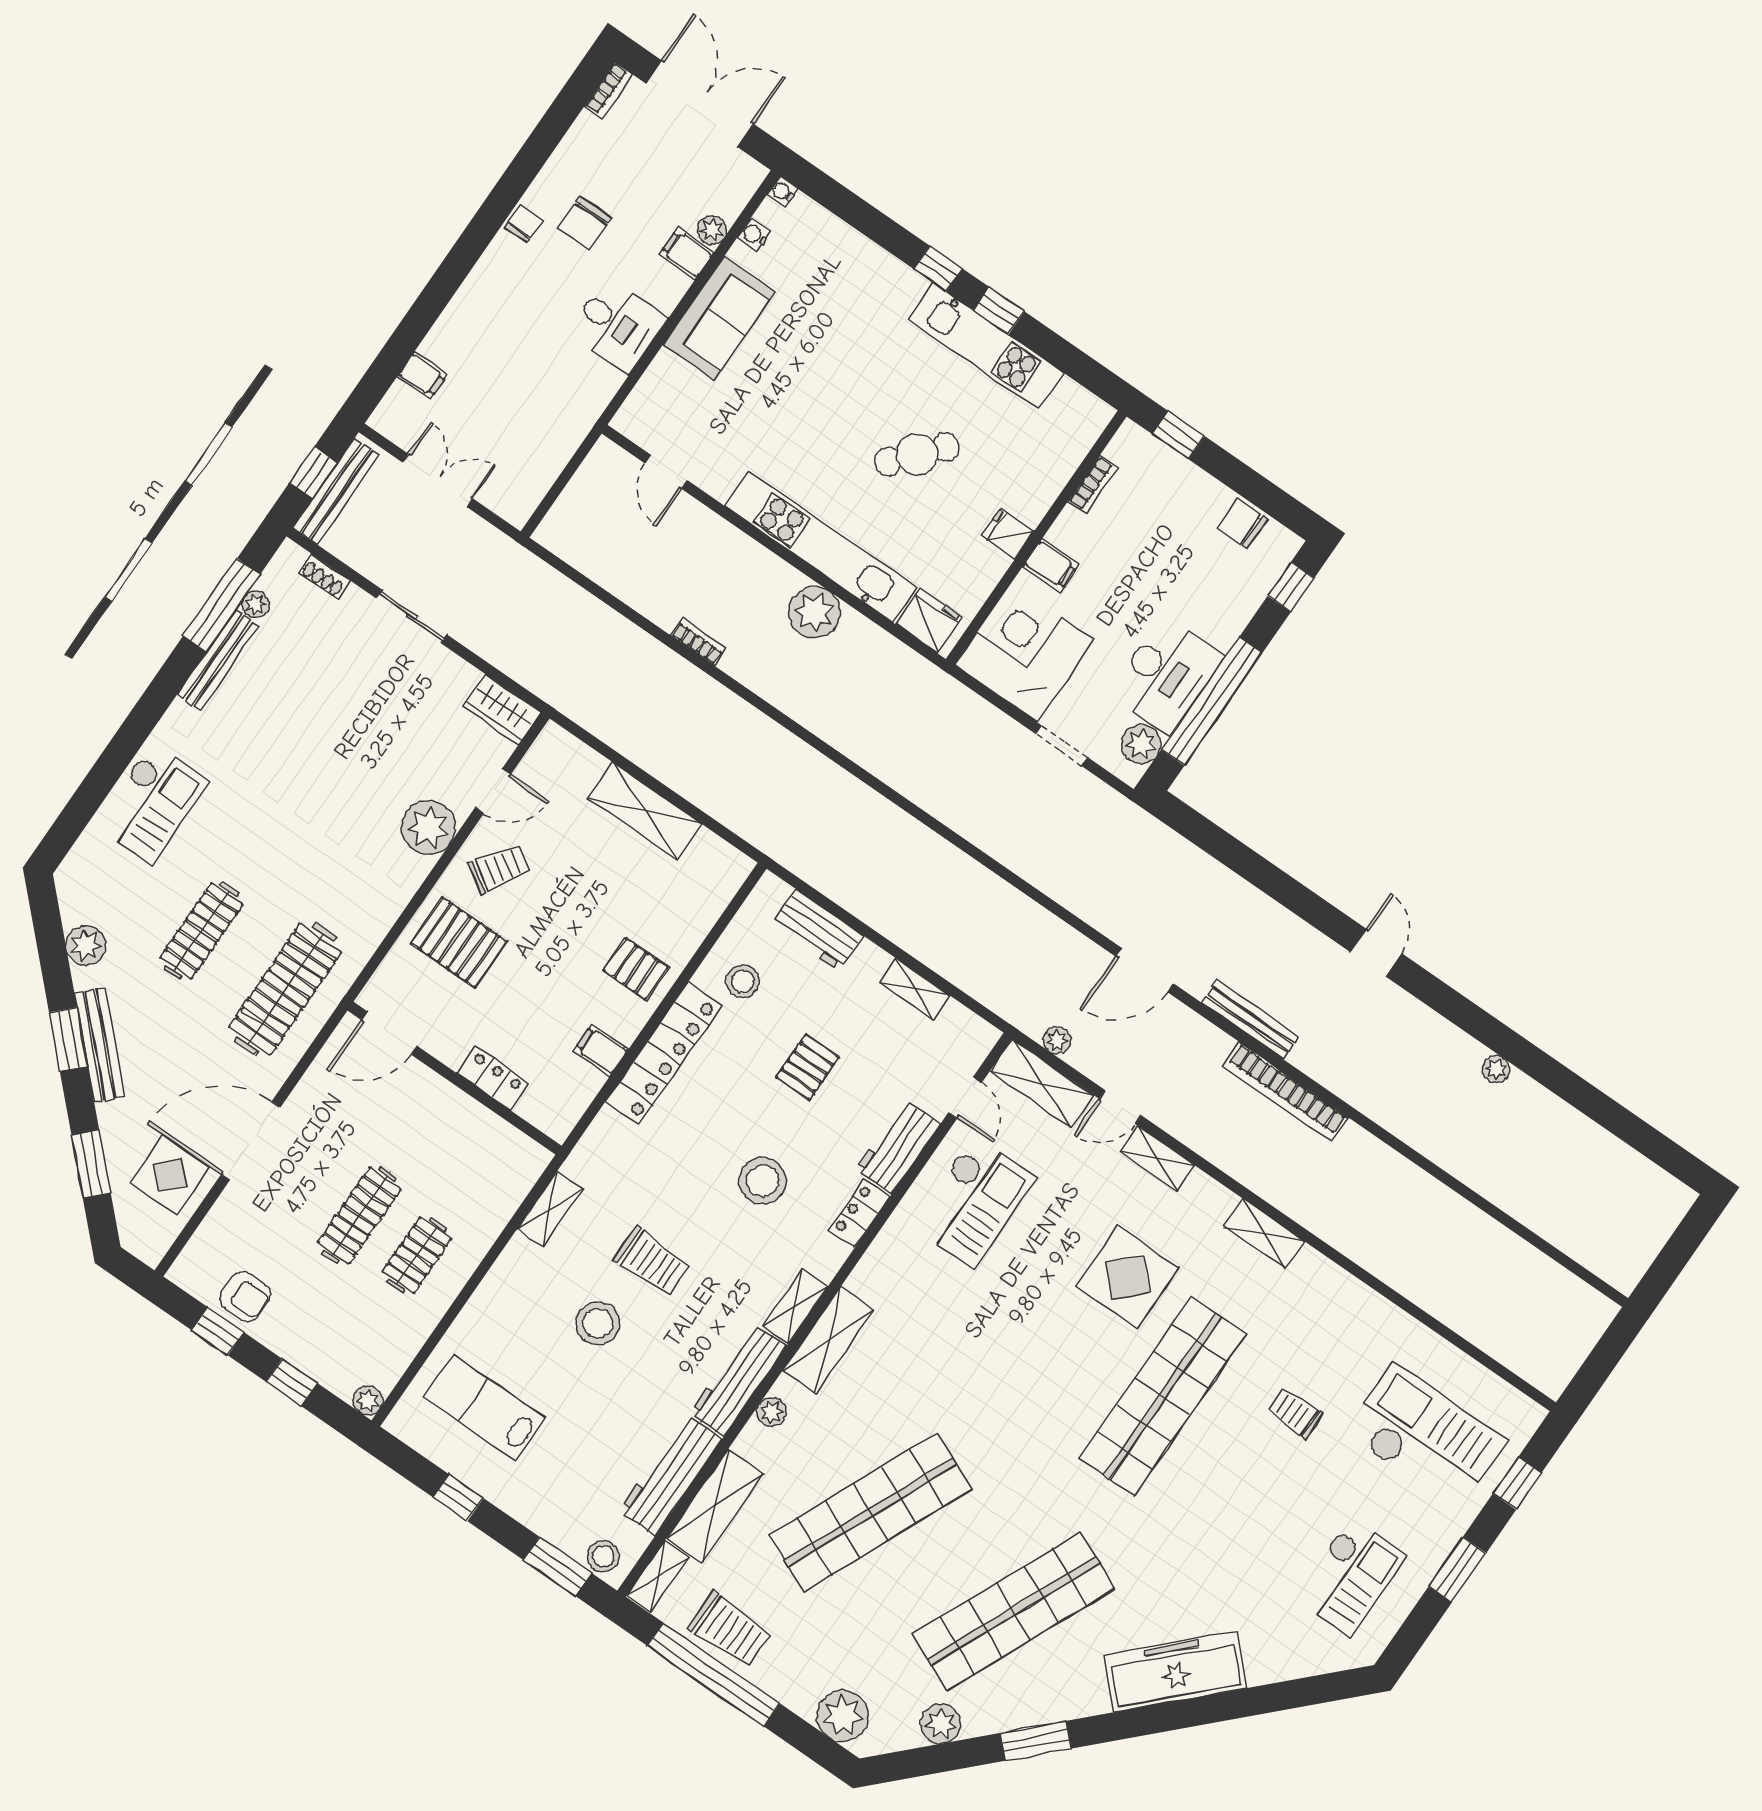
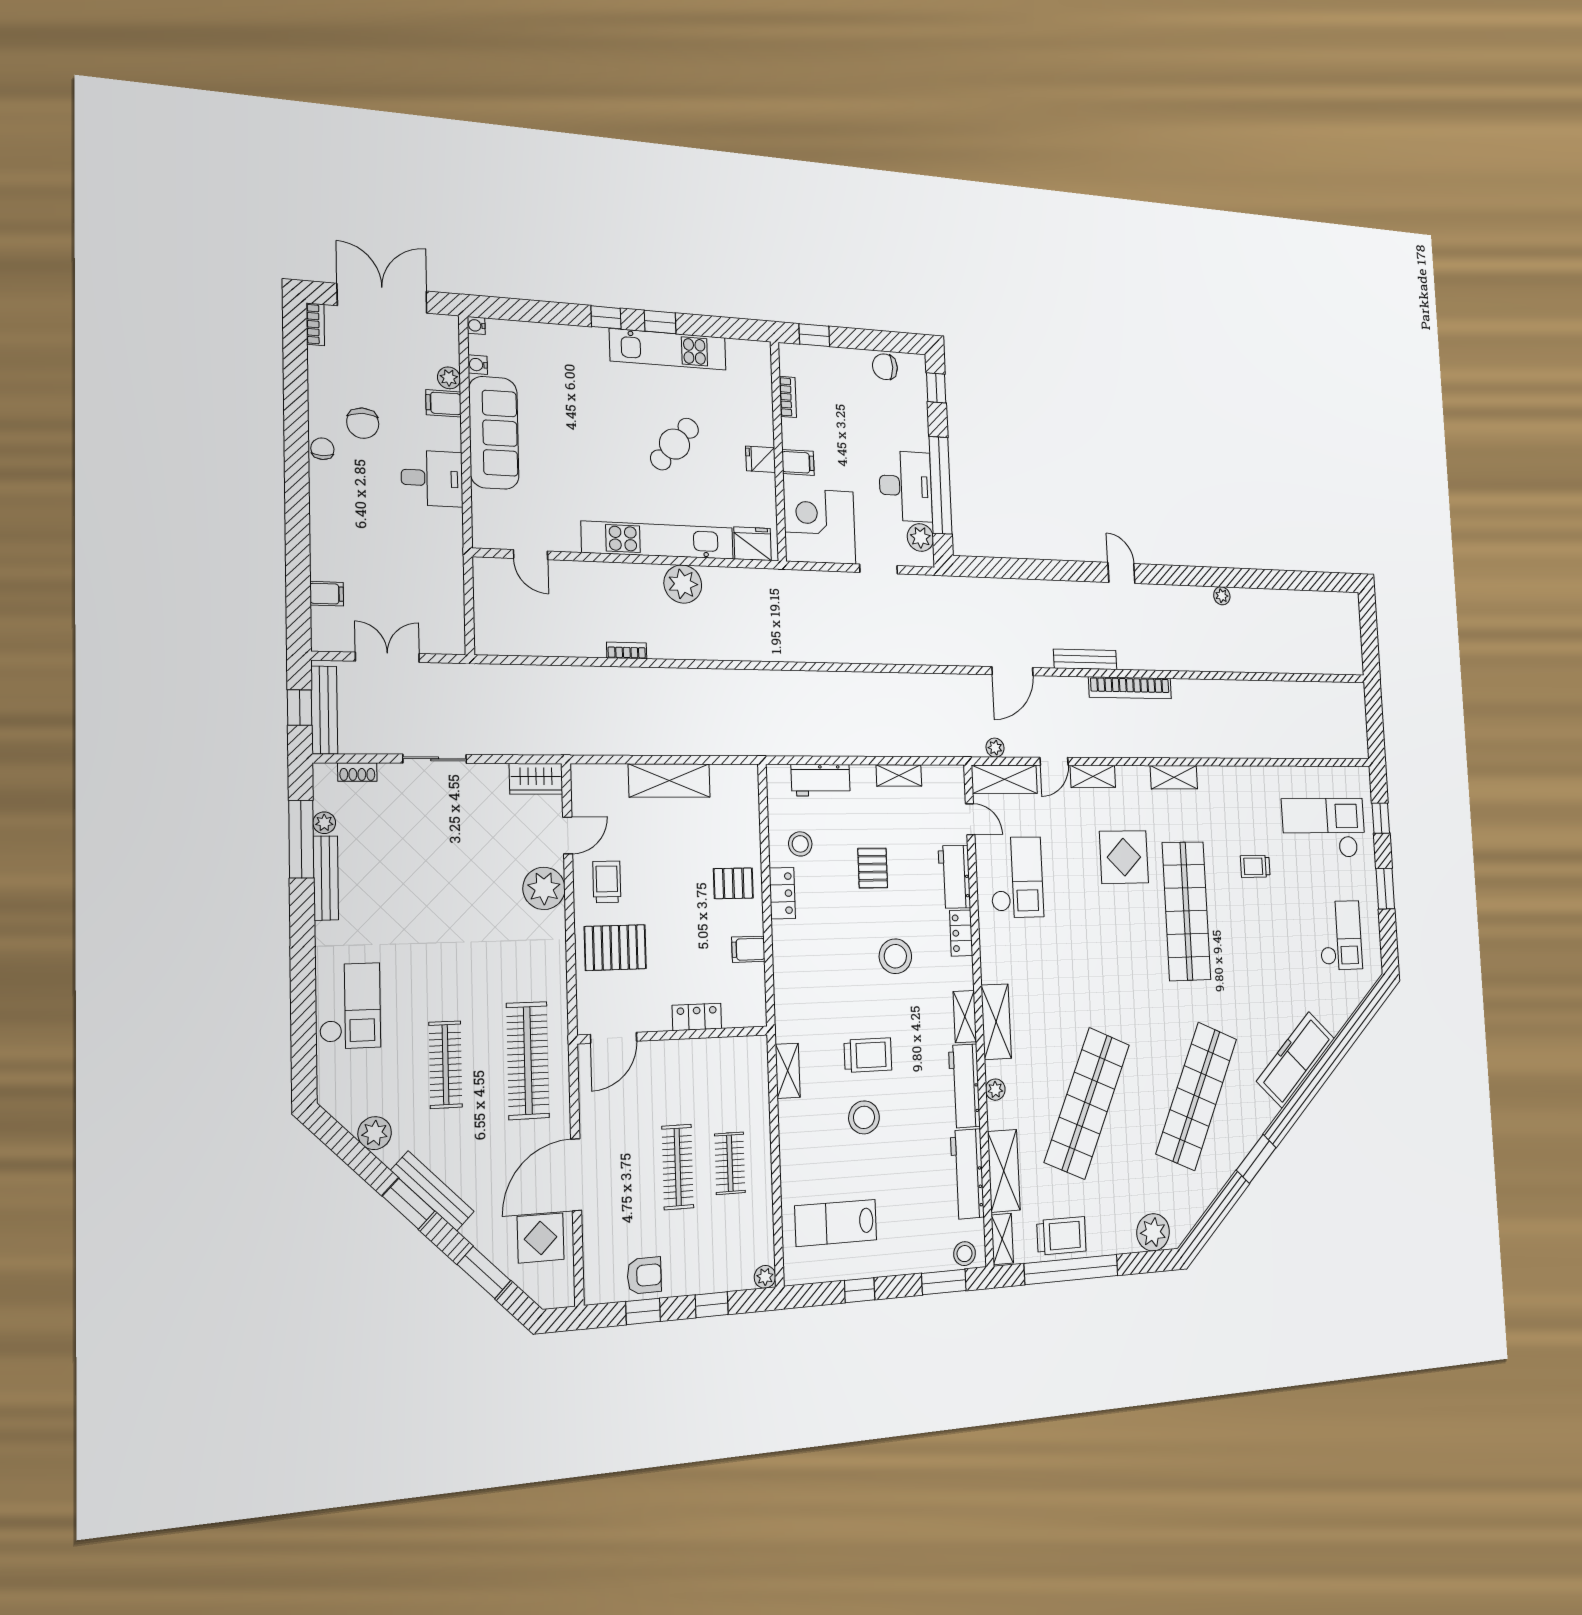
sofa: (719, 318) -> (494, 433), width x1.36
trolley: (499, 868) -> (607, 882), turned -33
locker: (664, 1053) -> (782, 893), width x0.46, depth x0.83
plant: (941, 1724) -> (1204, 1192), removed

